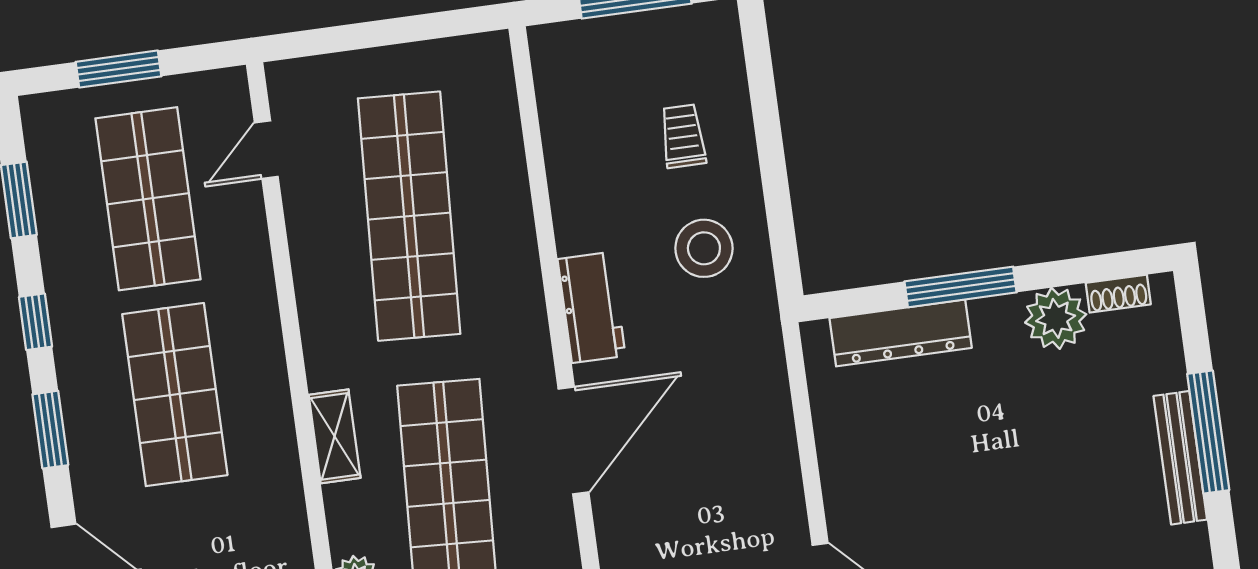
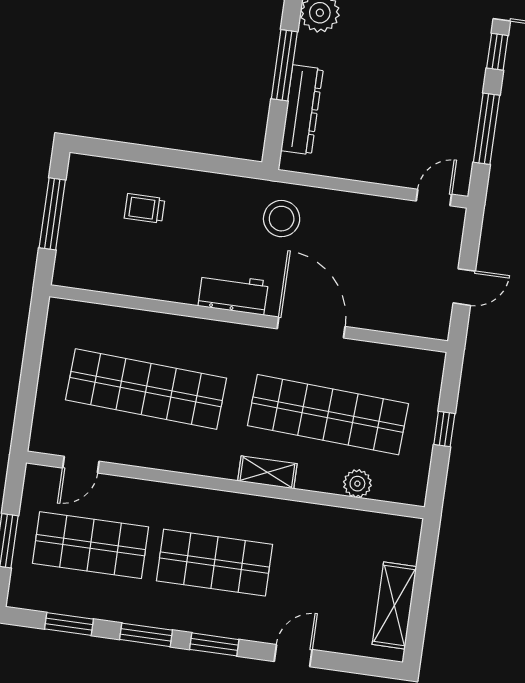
door: (266, 150) -> (81, 465), hinge flipped
stool: (704, 248) -> (282, 219), moved
window: (36, 322) -> (146, 635), width x1.50

